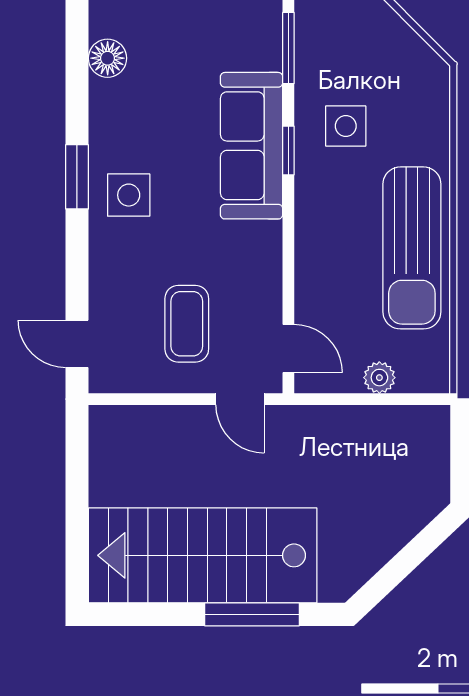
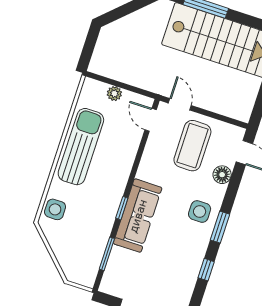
floor lamp: (108, 58) -> (222, 175), moved
window: (77, 81) -> (206, 270), added
side table: (346, 126) -> (55, 209), moved
coffee table: (187, 324) -> (192, 146), width x1.36, depth x1.32

